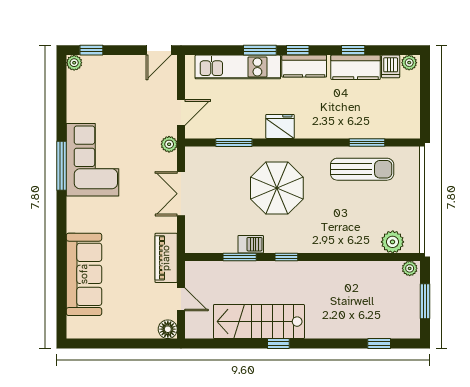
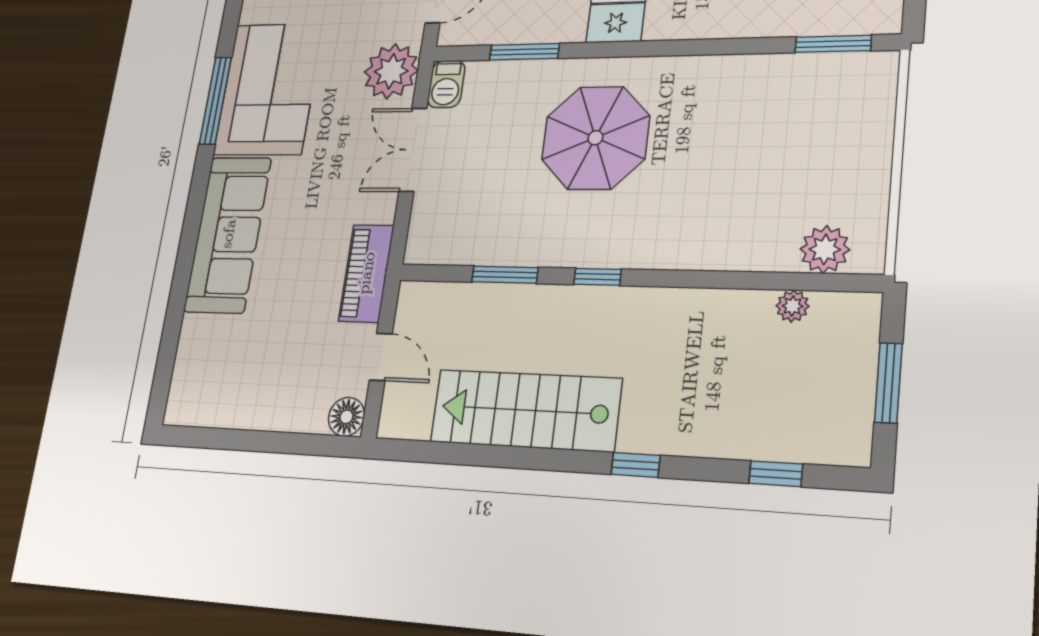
window: (367, 142) -> (833, 44), moved
plant: (169, 144) -> (391, 71), width x1.88, depth x1.88
sun lounger: (362, 169) -> (773, 99), removed
barbecue: (251, 244) -> (446, 84), moved, turned 90
plant: (410, 268) -> (793, 306), moved
sofa: (84, 274) -> (228, 234), moved
window: (278, 343) -> (636, 465), moved

